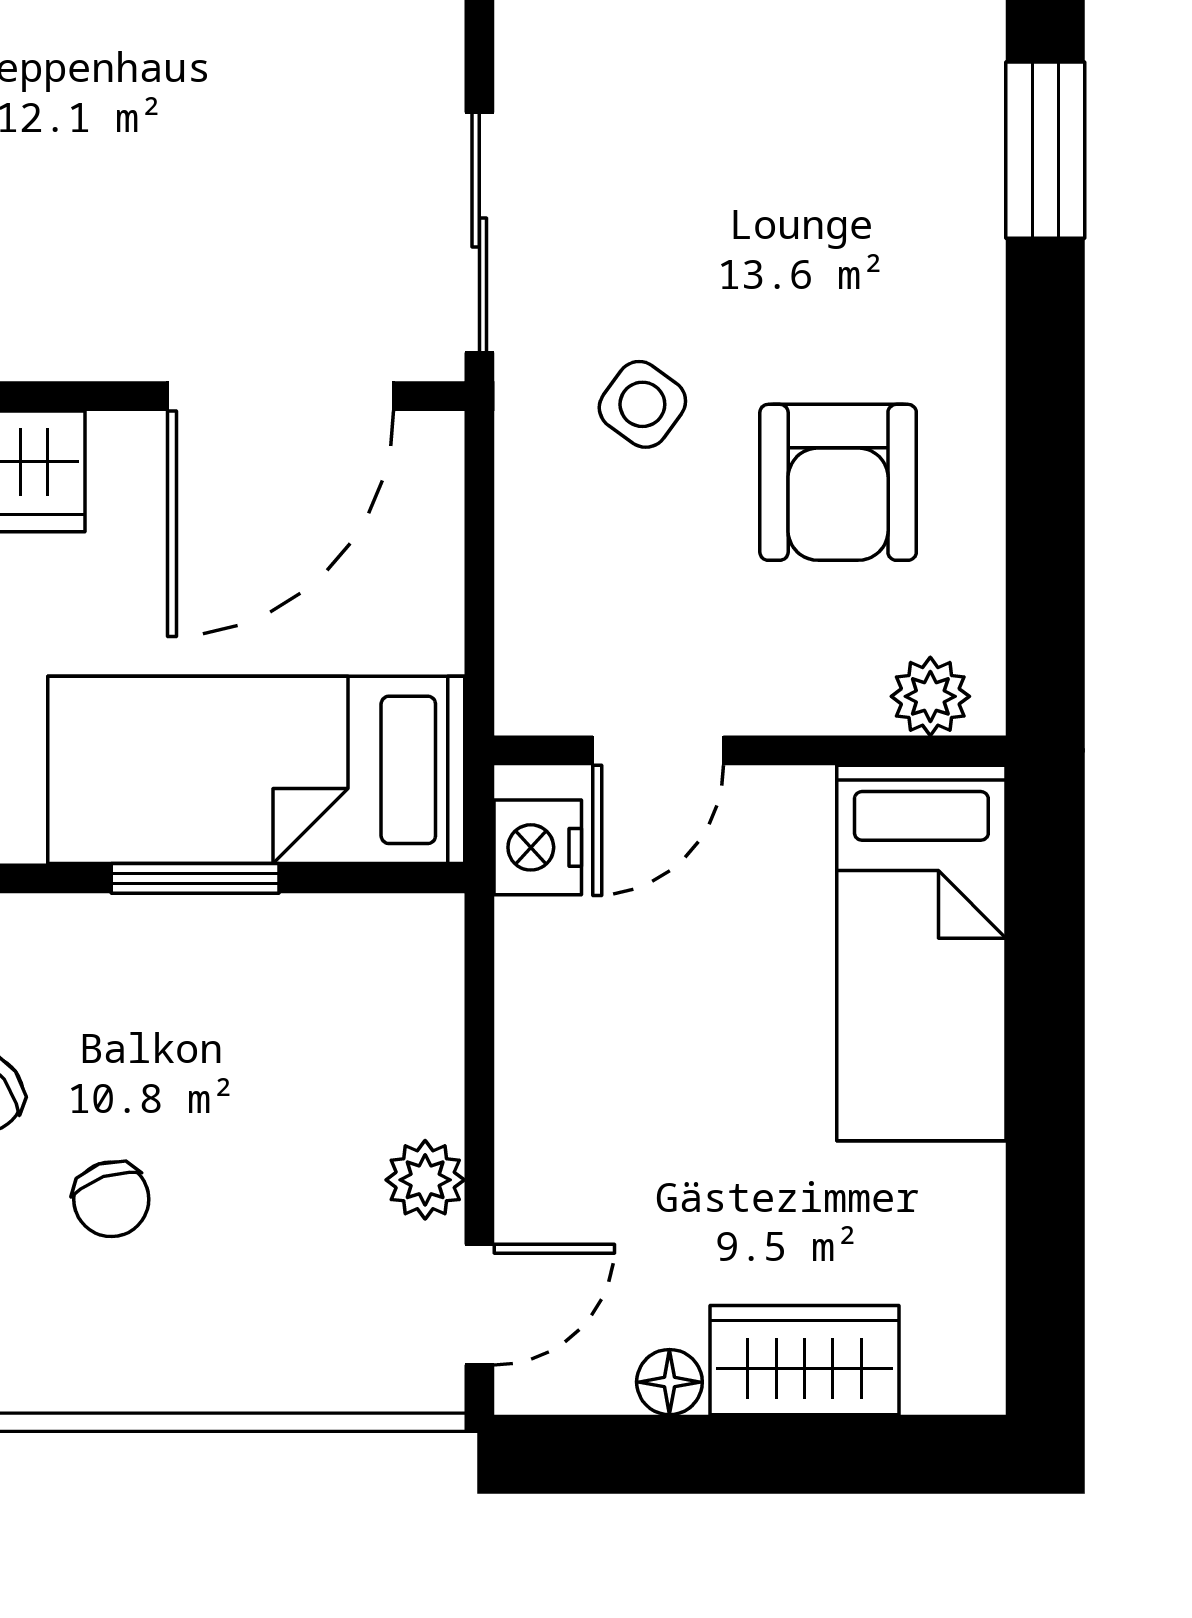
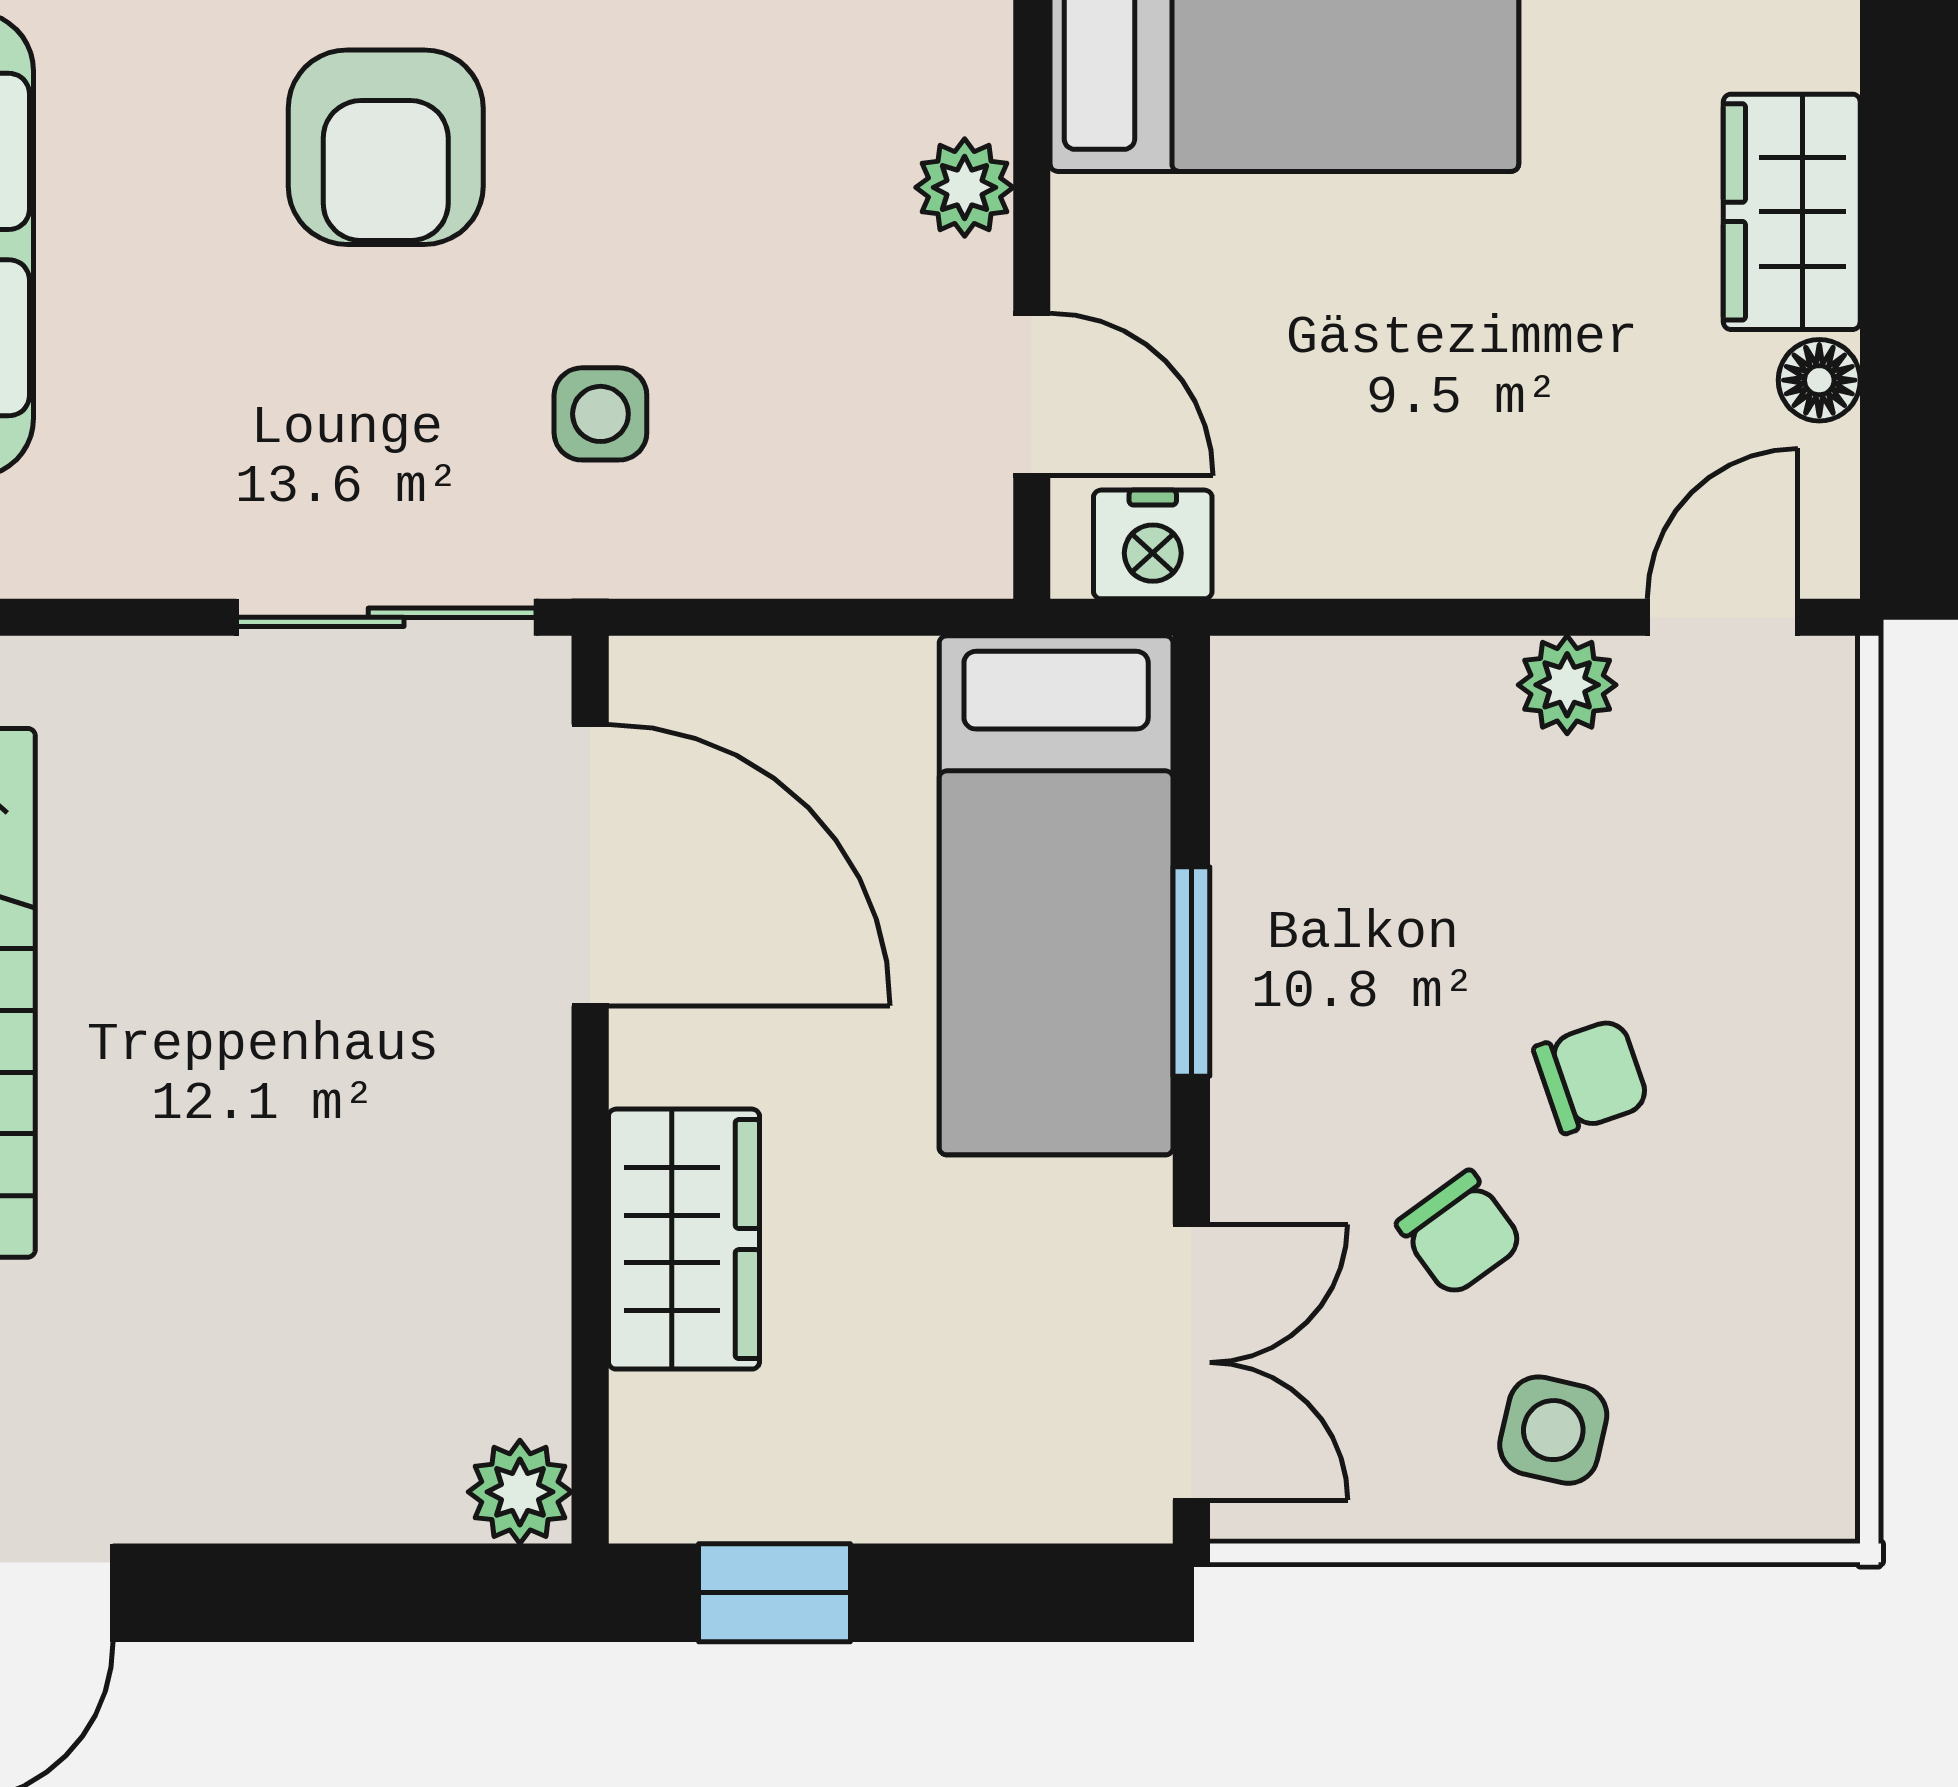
side table: (642, 404) -> (600, 414), turned -36
armchair: (838, 482) -> (386, 147), moved, turned 90
plant: (930, 696) -> (965, 187), moved
door: (479, 1305) -> (1723, 617), hinge flipped

